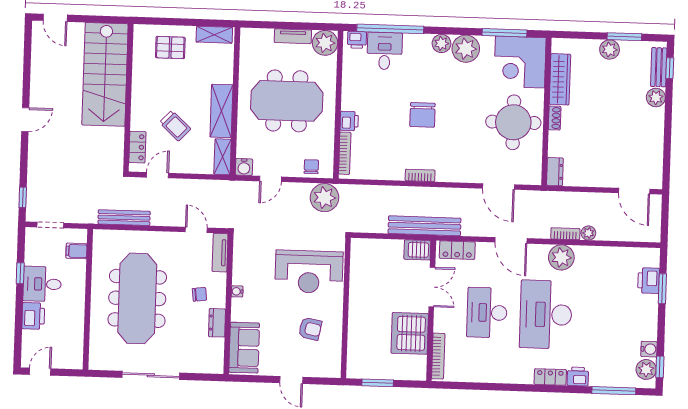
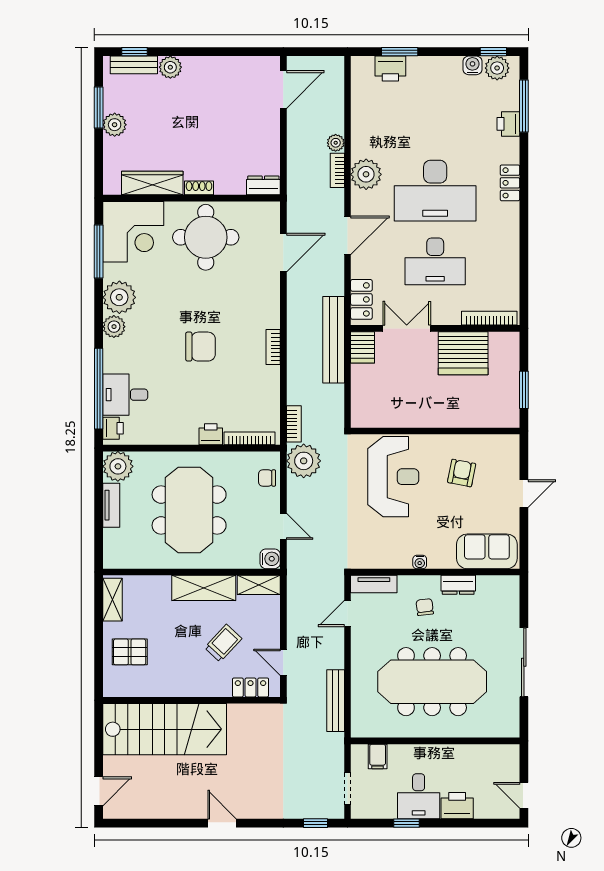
pallet: (170, 48) -> (130, 652), turned 90
bookcase: (356, 191) -> (294, 424), added
printer: (578, 377) -> (508, 124), moved

